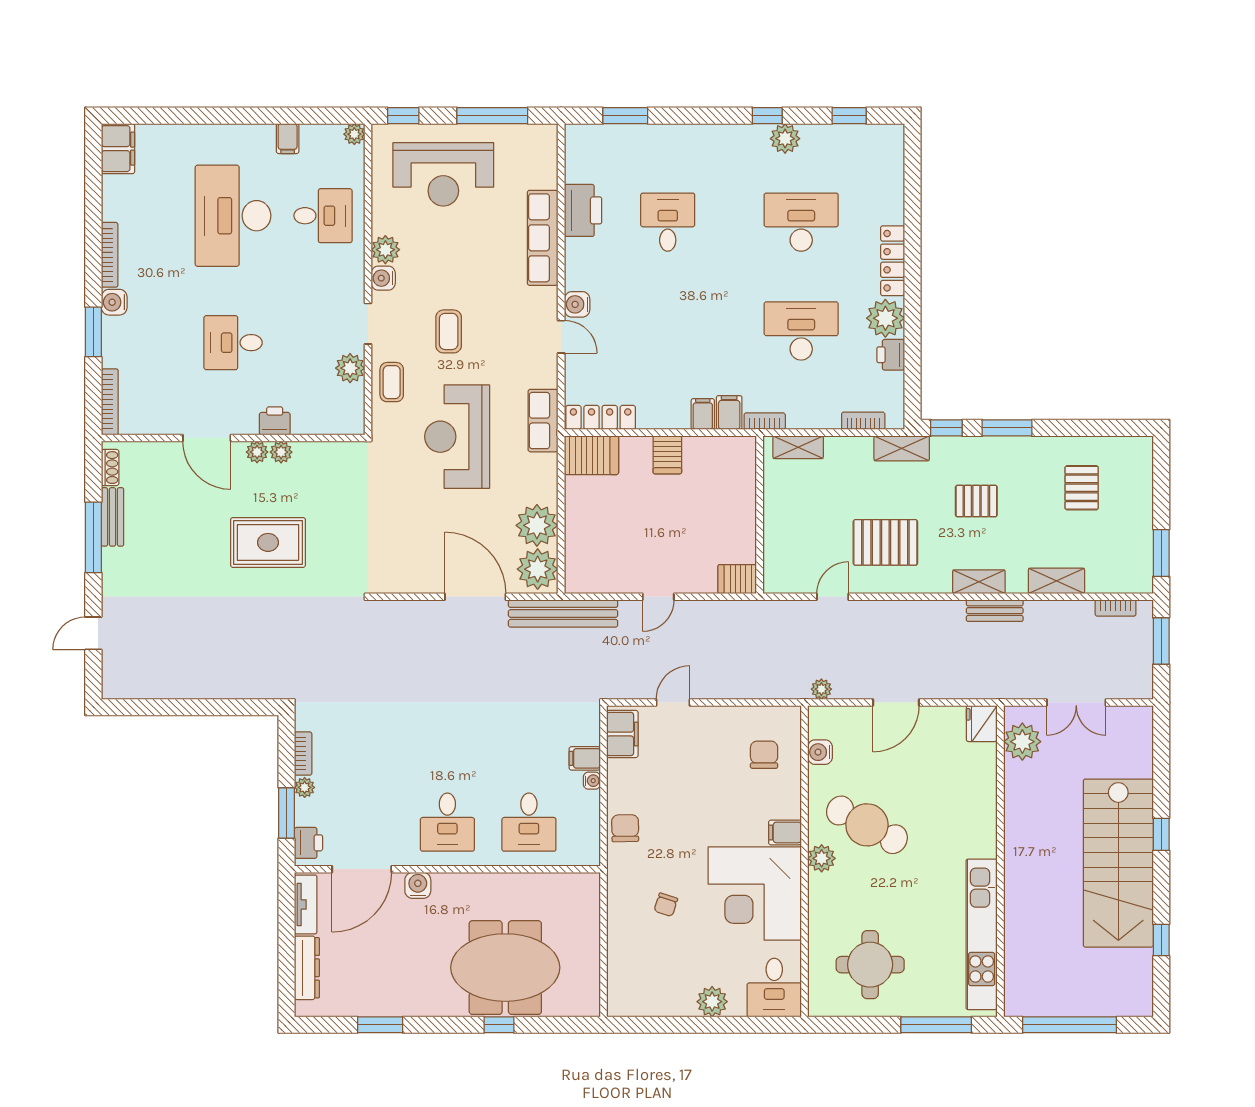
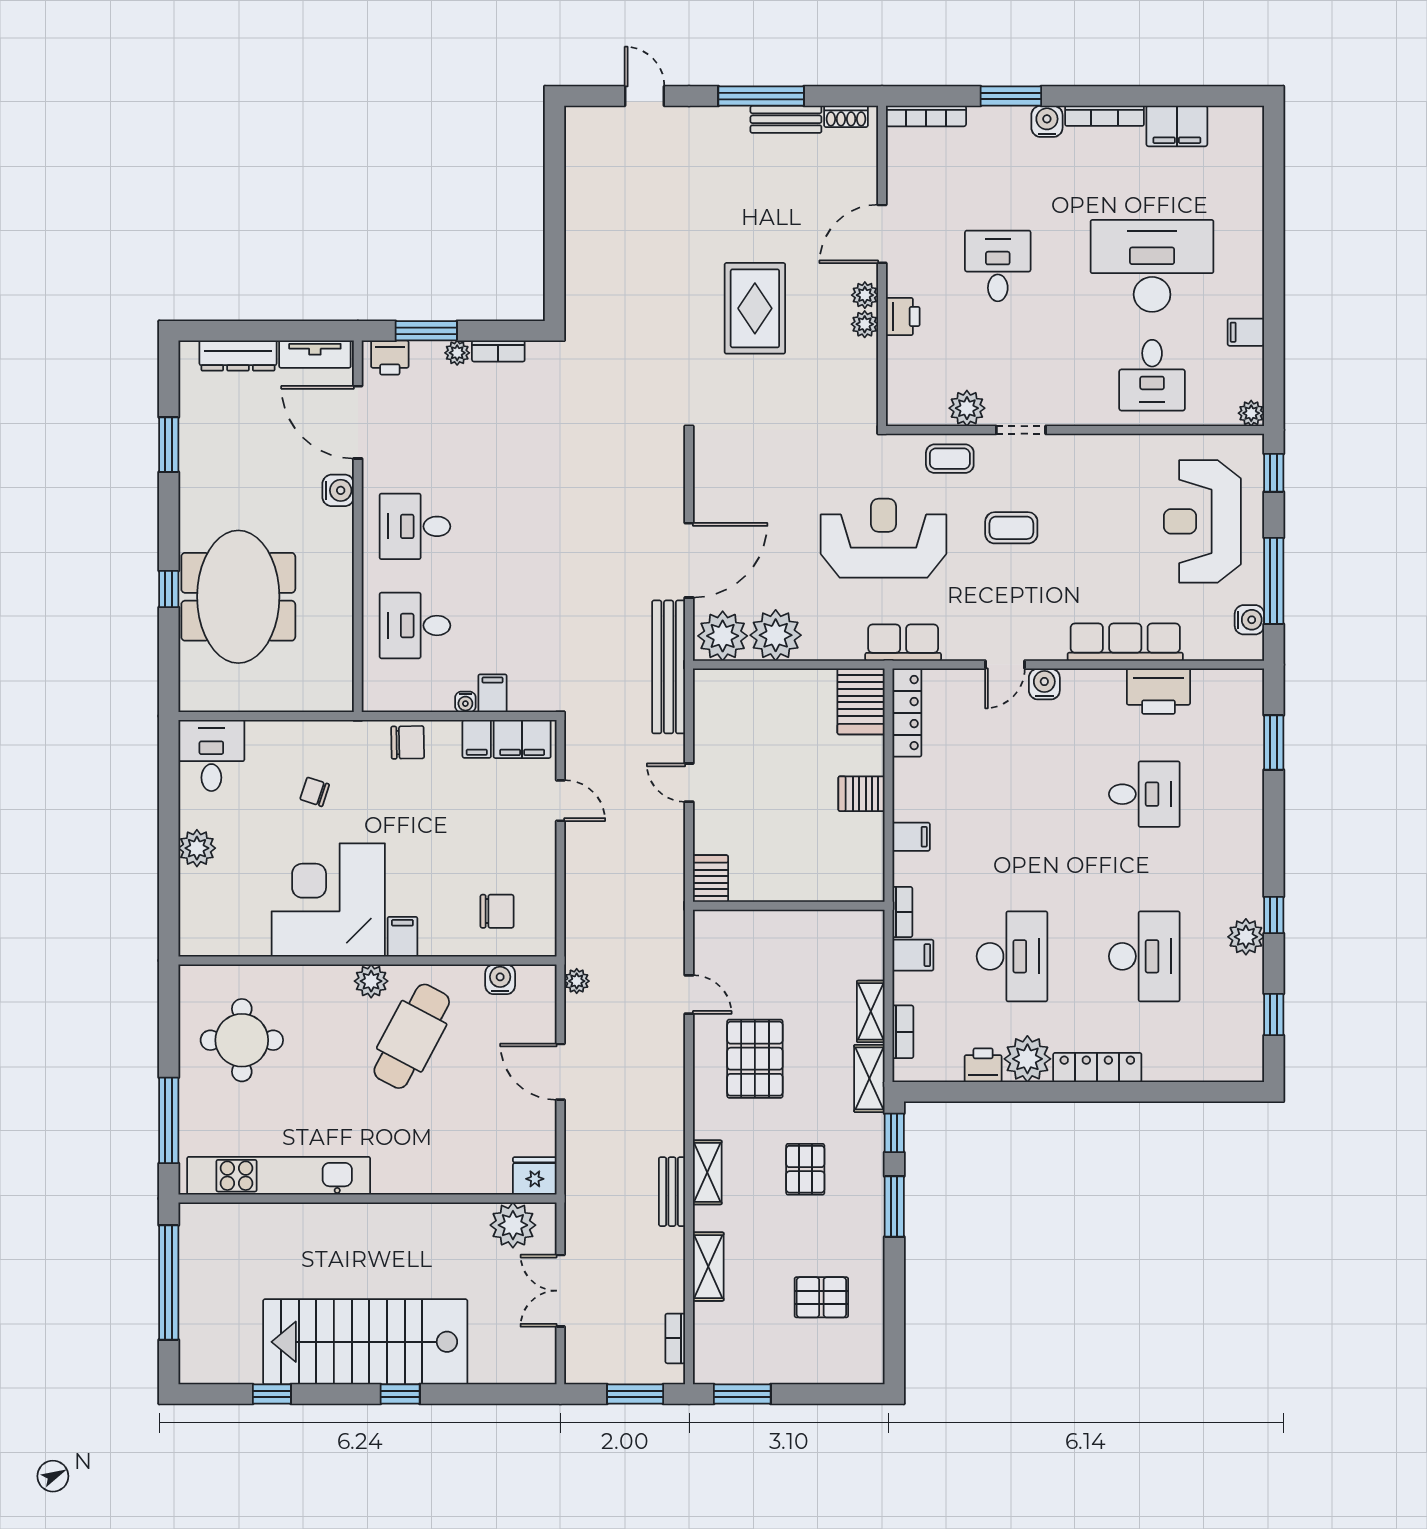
filing cabinet: (118, 149) -> (1177, 126), moved
plant: (385, 250) -> (1111, 451), removed
water cooler: (383, 278) -> (1249, 620), moved, turned 90
filing cabinet: (729, 412) -> (913, 955), moved
shelving: (798, 447) -> (871, 1011), moved
filing cabinet: (622, 771) -> (477, 739), added
desk: (774, 988) -> (211, 756), moved, turned 90

